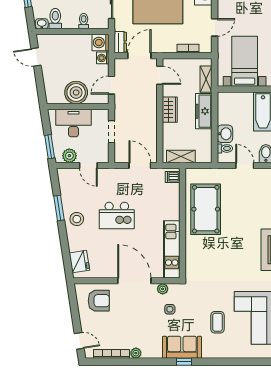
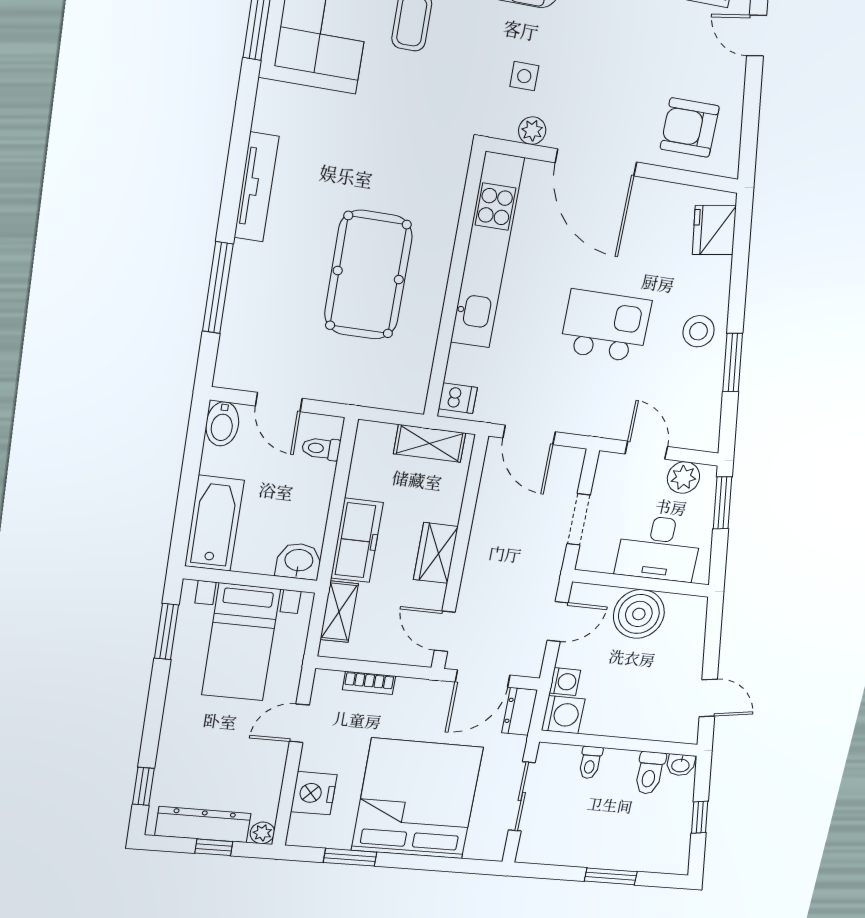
washbasin: (225, 134) -> (299, 561), moved, turned 90
pool table: (206, 209) -> (368, 275), moved
kitchen unit: (172, 249) -> (487, 251), width x1.36

